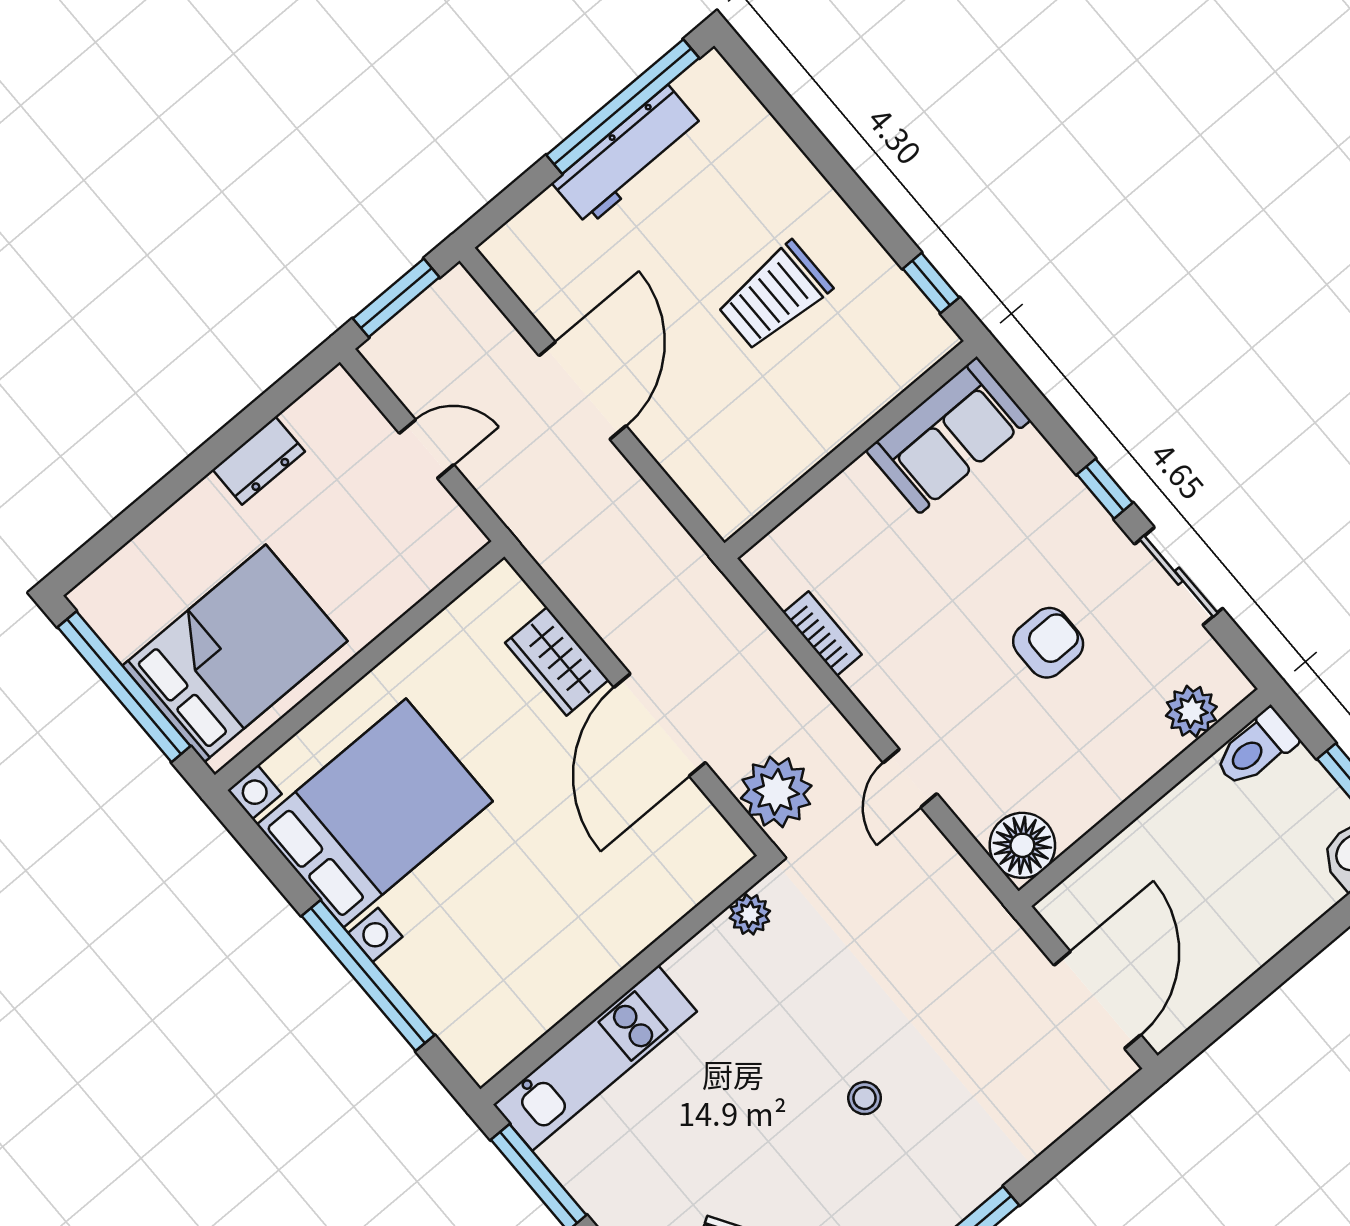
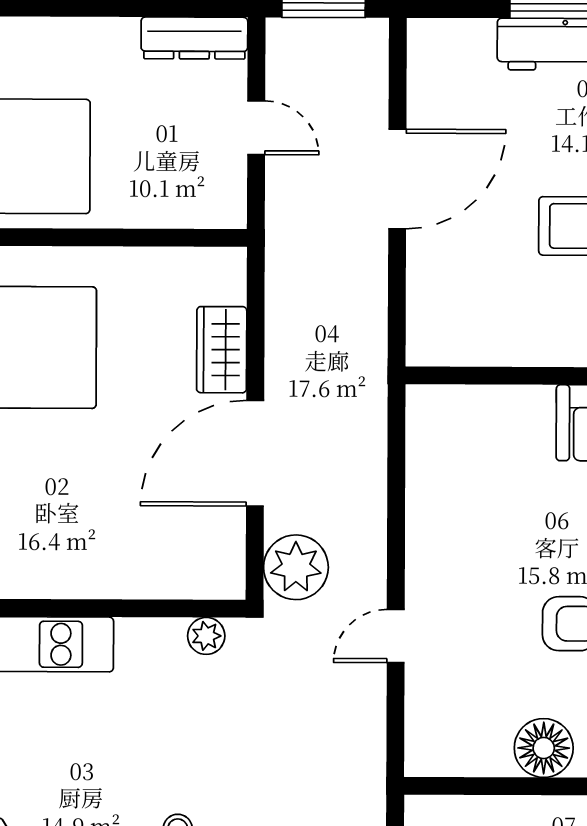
dresser: (259, 461) -> (194, 38), moved, width x1.44
bookcase: (822, 634) -> (420, 486), removed
floor lamp: (1022, 845) -> (544, 748), moved

